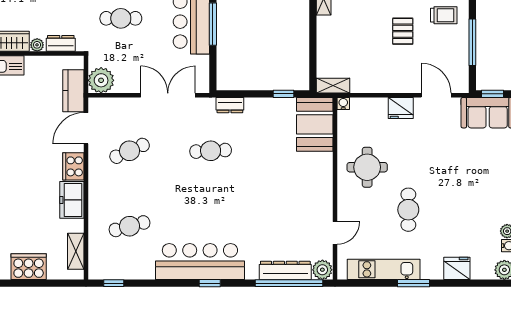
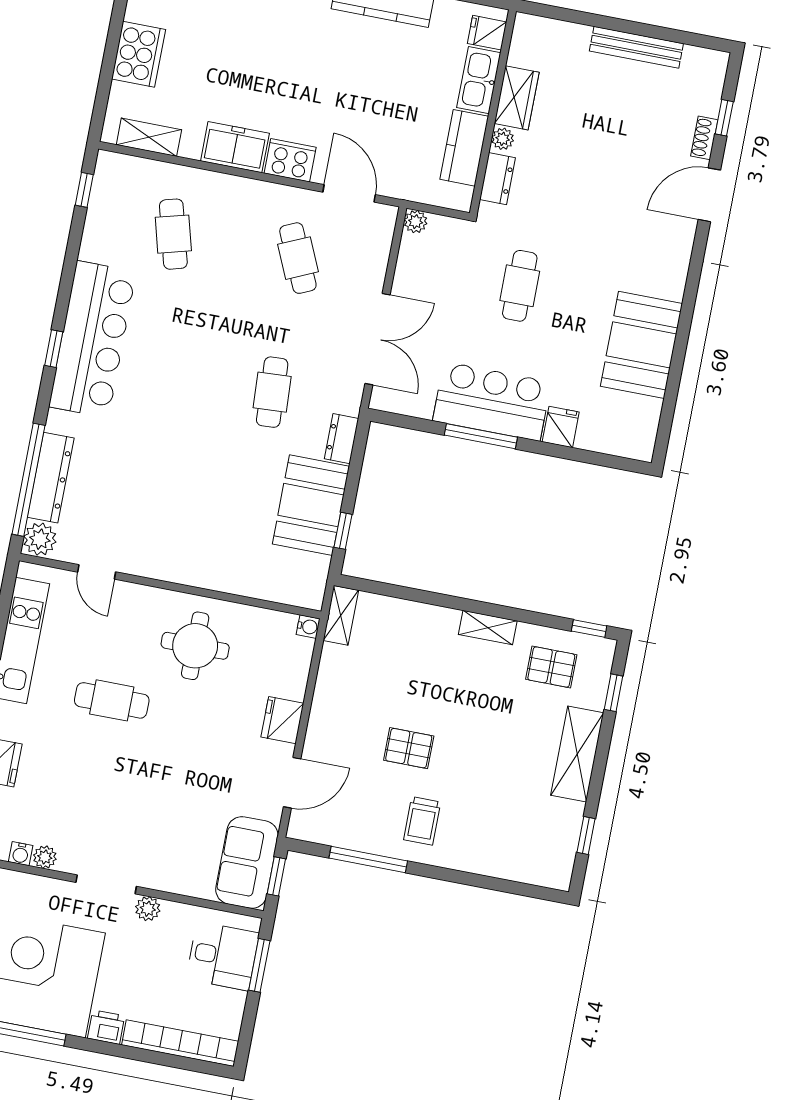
plant: (101, 80) -> (416, 222), width x0.53, depth x0.53
kitchen counter: (73, 91) -> (464, 148), moved, turned -90
booth: (315, 124) -> (311, 505), moved, turned 90

